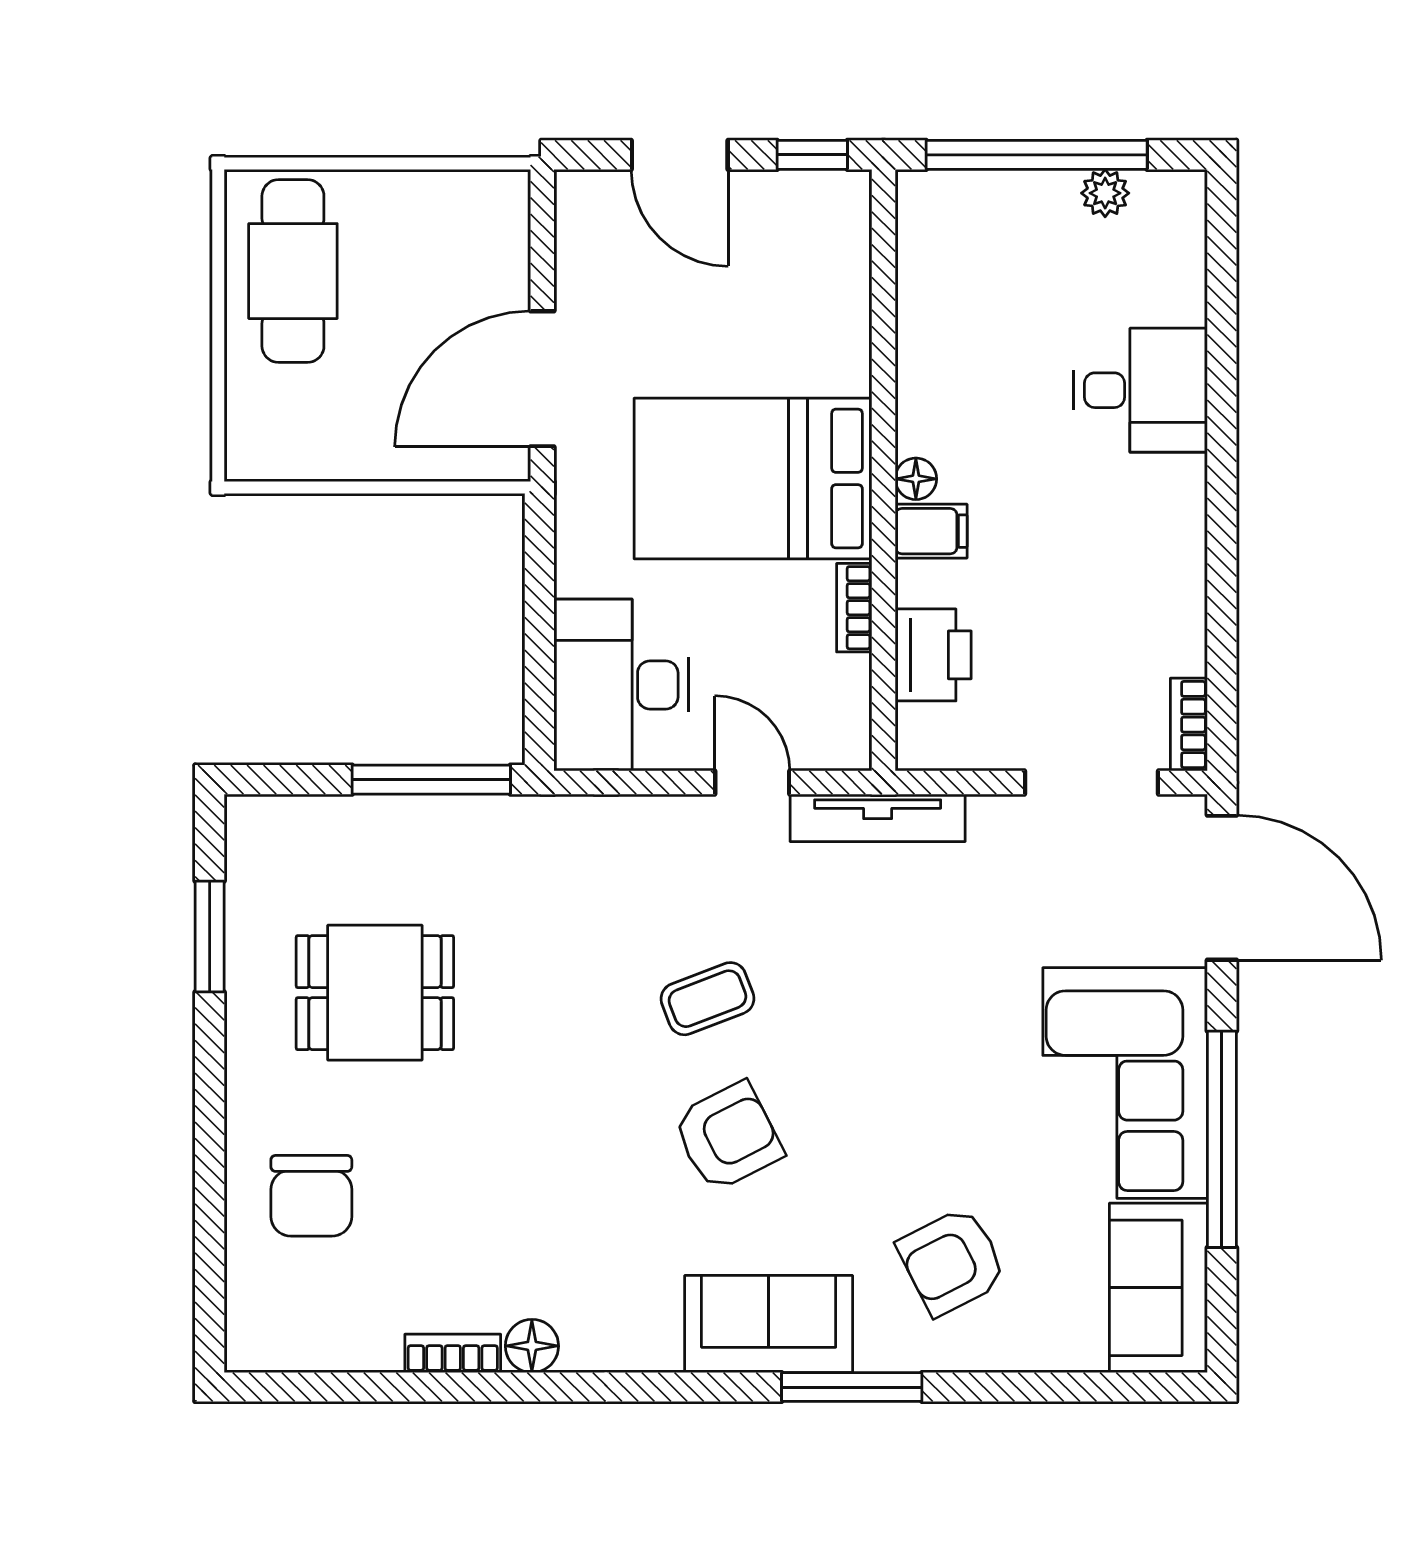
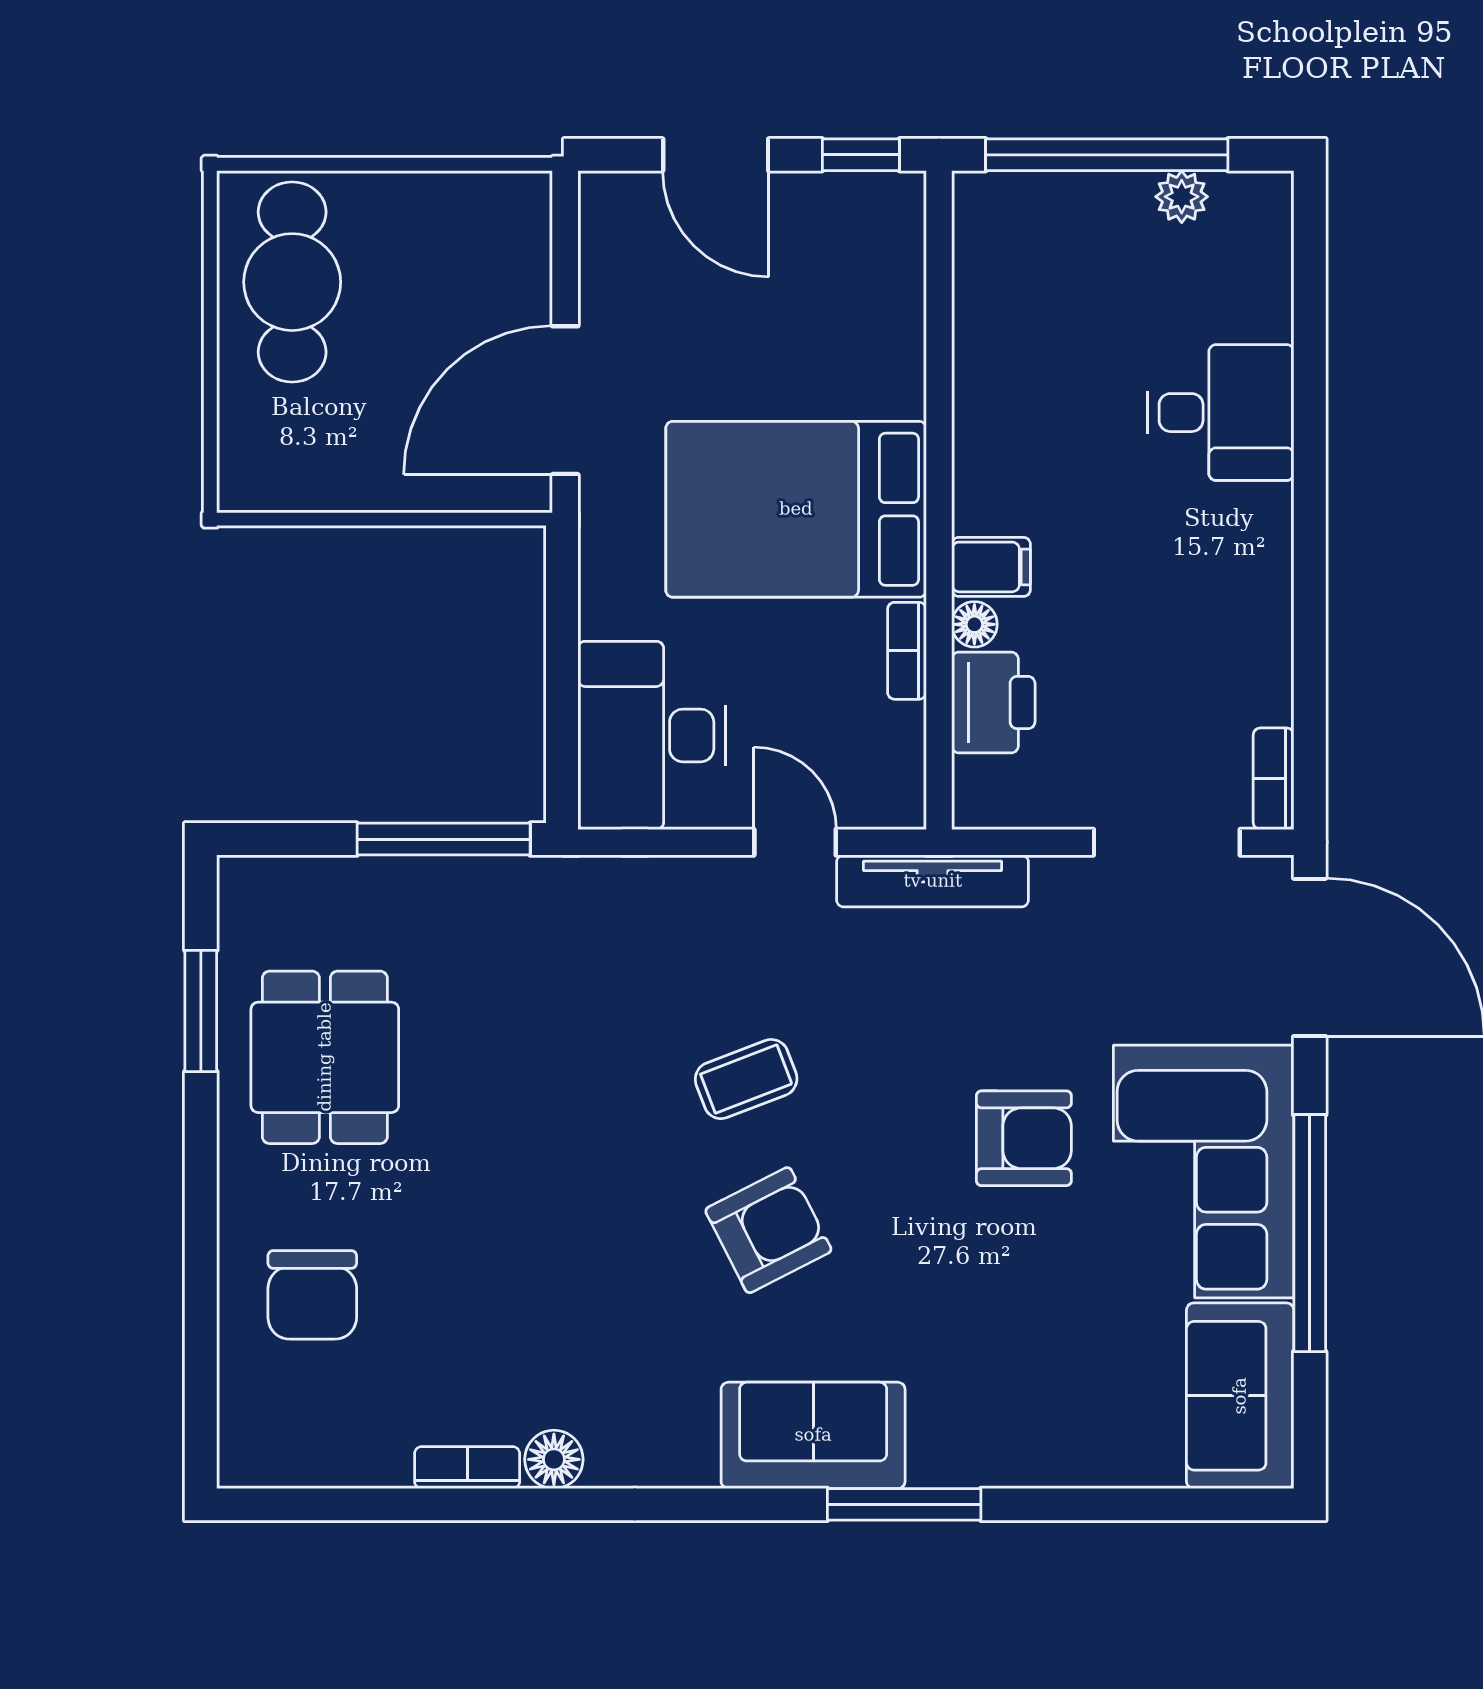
floor lamp: (916, 479) -> (974, 624), moved
dining table: (375, 993) -> (325, 1057), moved, turned 90
armchair: (952, 1261) -> (1024, 1138), moved, turned -153

